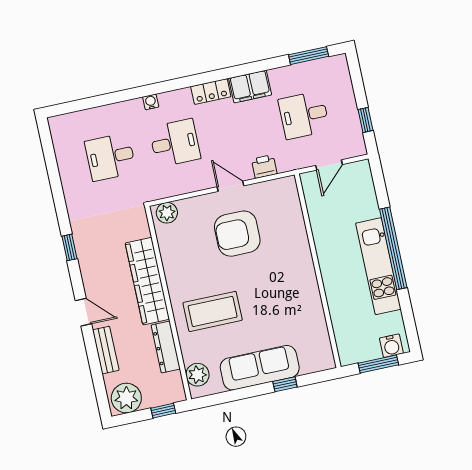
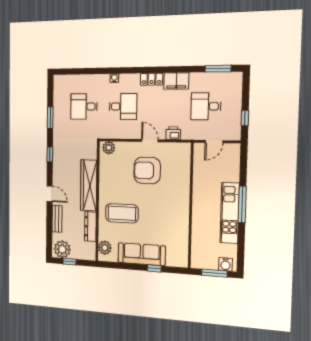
window: (56, 187) -> (50, 118), added
window: (393, 248) -> (242, 204), width x0.68
window: (163, 411) -> (70, 262), moved

